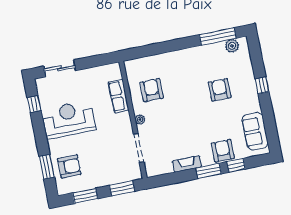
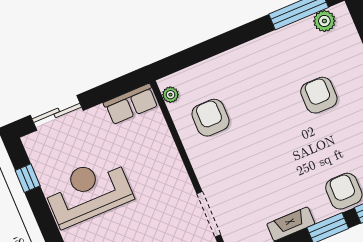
row of seats: (119, 96) -> (131, 104), moved, turned -90
plant: (140, 120) -> (170, 95), moved

